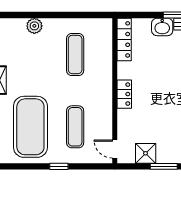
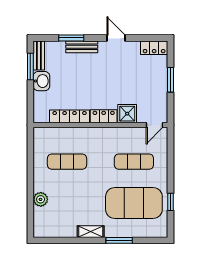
locker: (124, 39) -> (70, 116), moved
shower: (146, 153) -> (127, 114), moved
window: (59, 166) -> (171, 202), moved

